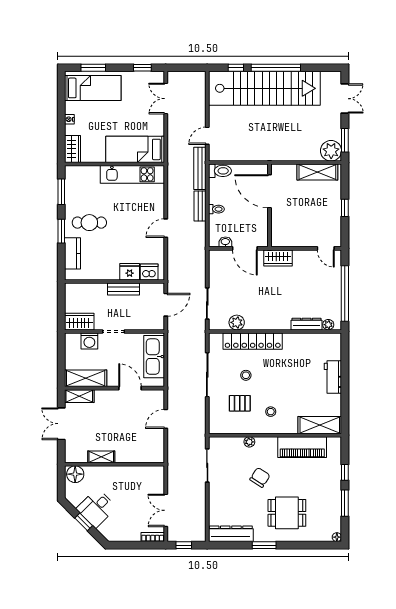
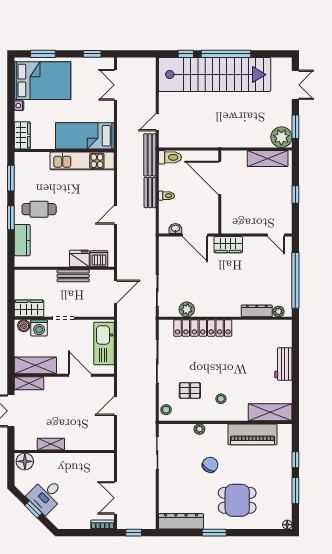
bed: (93, 88) -> (42, 81), width x1.50
boiler: (74, 339) -> (24, 326), added
stool: (246, 375) -> (166, 410), moved

